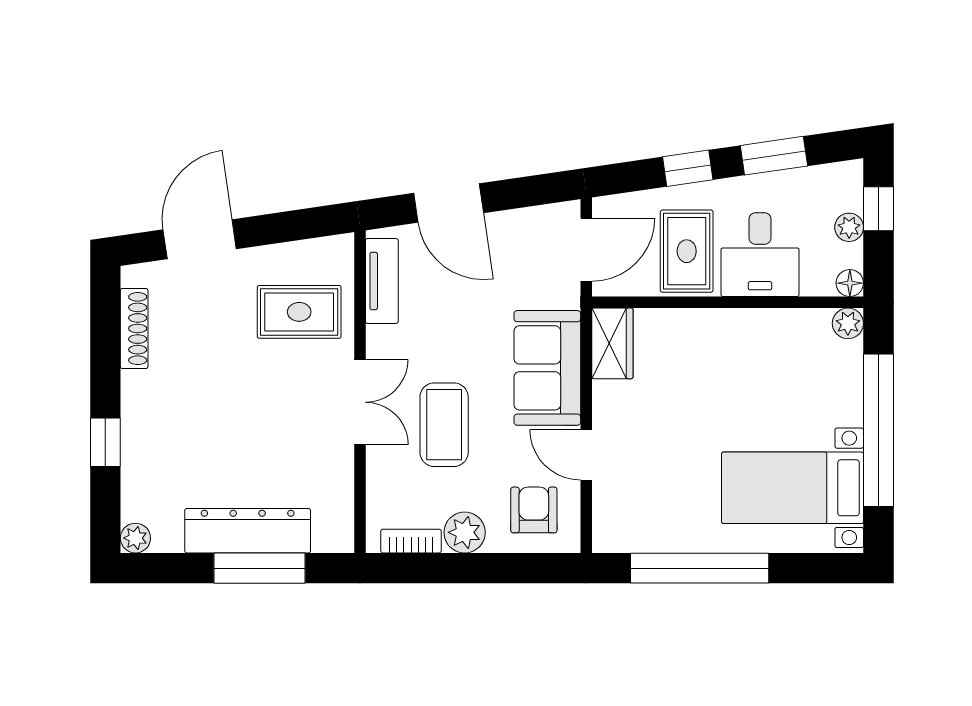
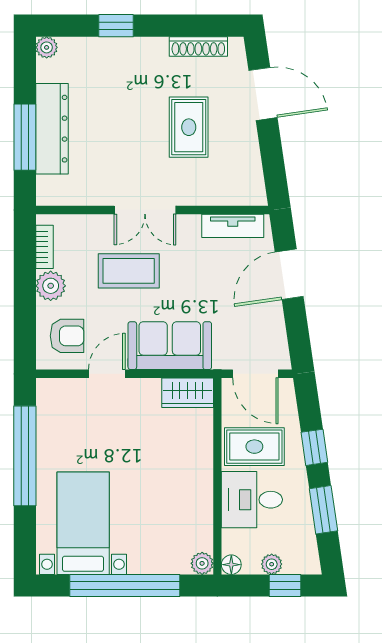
rug: (299, 312) -> (189, 127), moved

